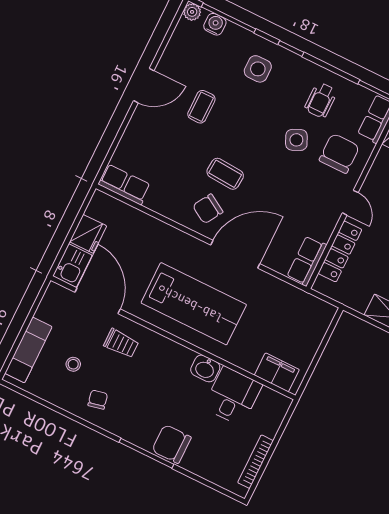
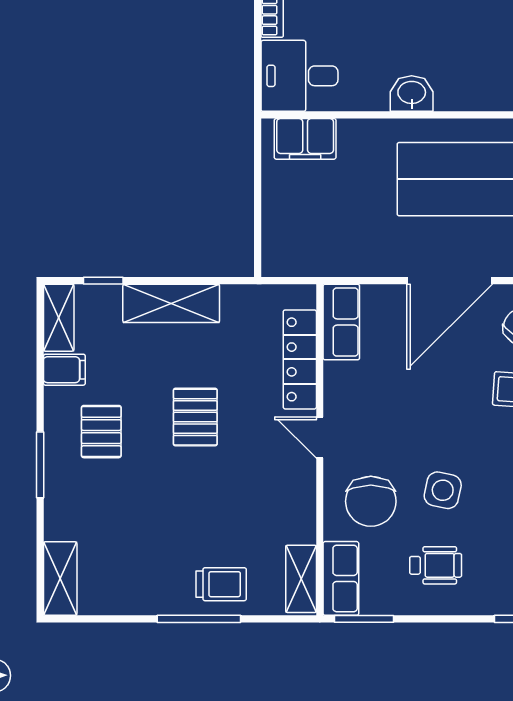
wheelchair: (321, 100) -> (436, 565), turned 90
side table: (296, 140) -> (443, 490), turned 37
desk: (233, 396) -> (299, 76), moved, turned 90

